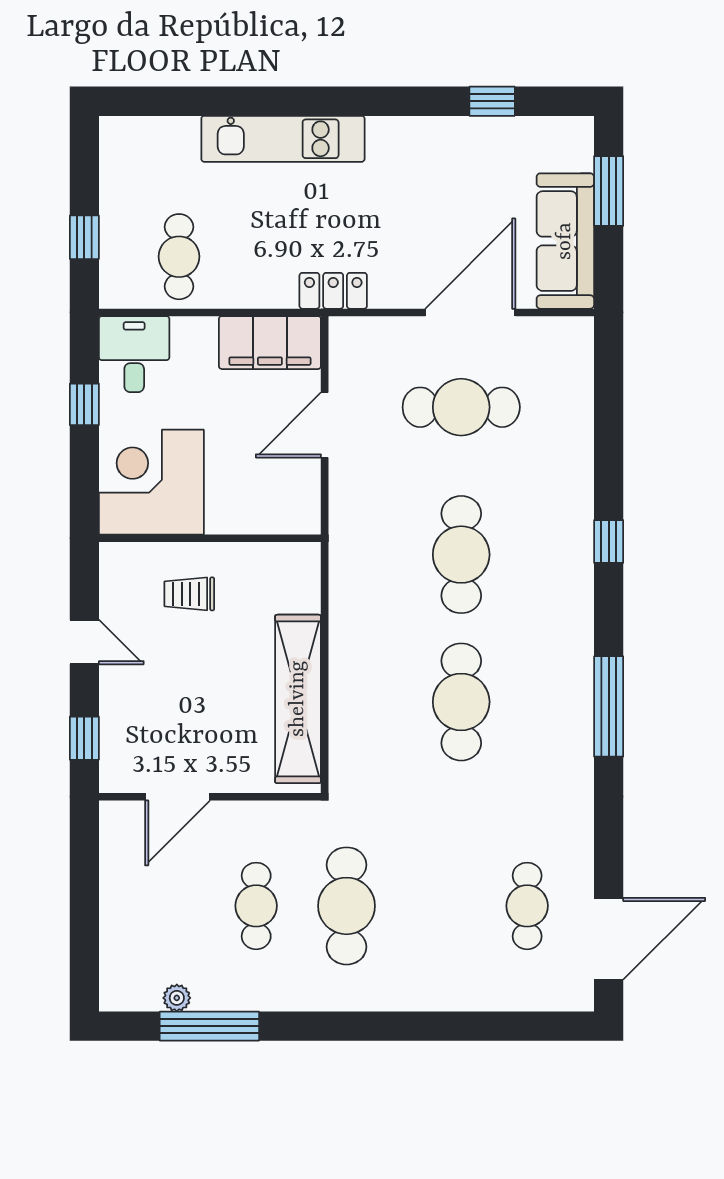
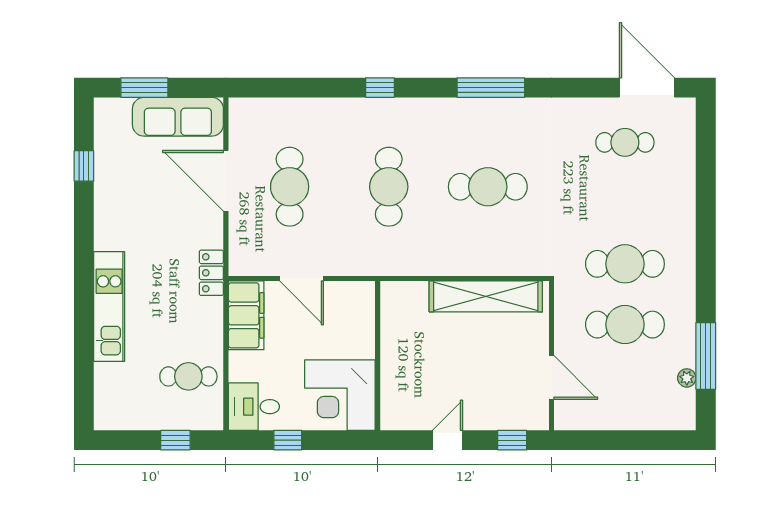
cafe table: (461, 555) -> (389, 187), turned 90
trolley: (189, 594) -> (415, 370), removed
cafe table: (256, 906) -> (625, 325), width x1.37, depth x1.35

